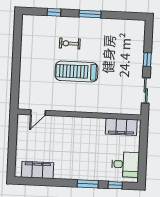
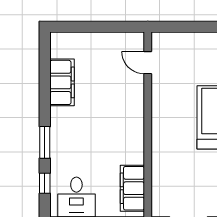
filing cabinet: (38, 170) -> (62, 82), moved

